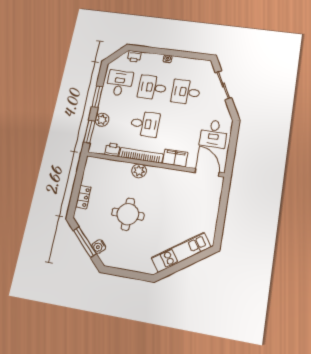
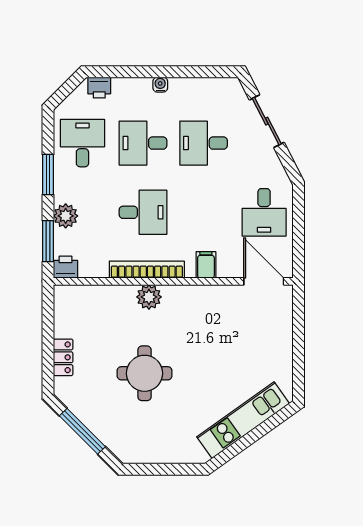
printer: (112, 150) -> (65, 267), moved
filing cabinet: (175, 158) -> (206, 265), width x0.50
water cooler: (99, 247) -> (107, 434), removed

